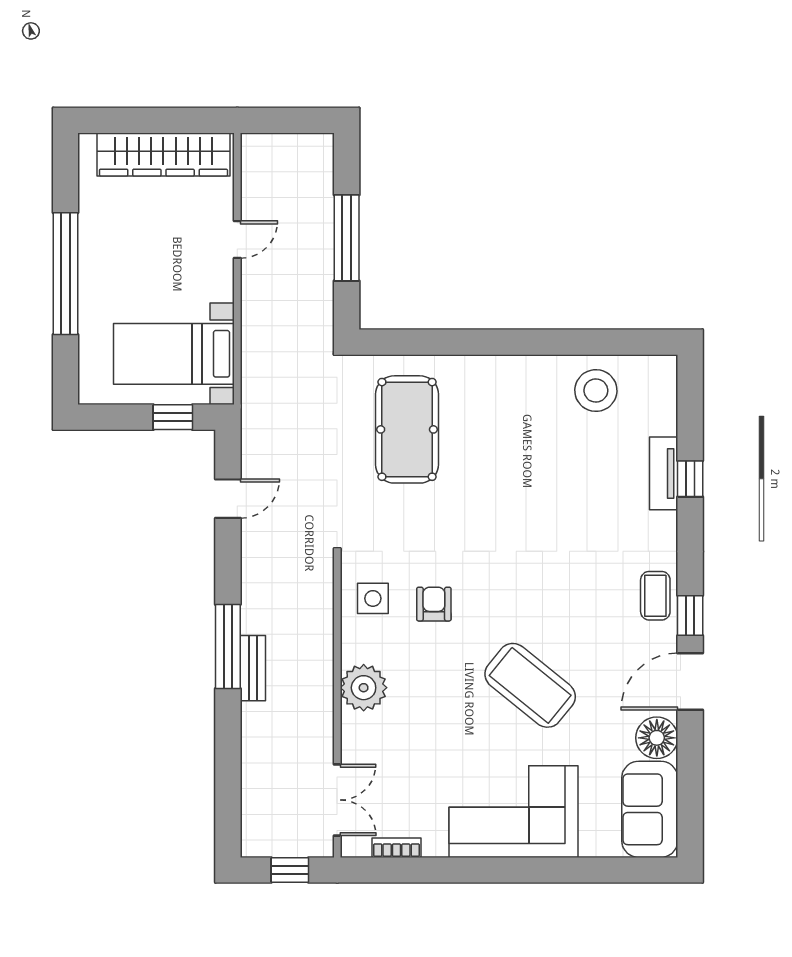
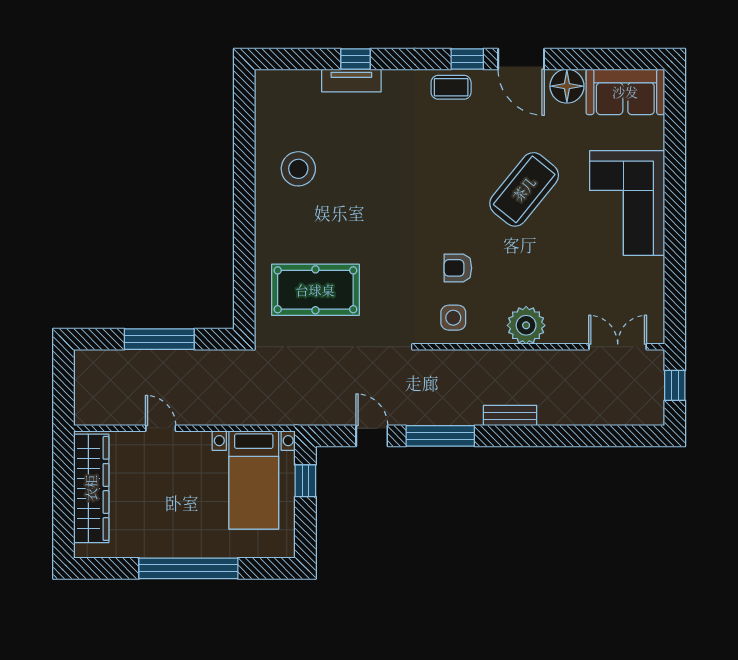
stool: (596, 391) -> (298, 169), moved
window: (228, 647) -> (440, 436), moved
bookcase: (396, 848) -> (657, 298), removed

